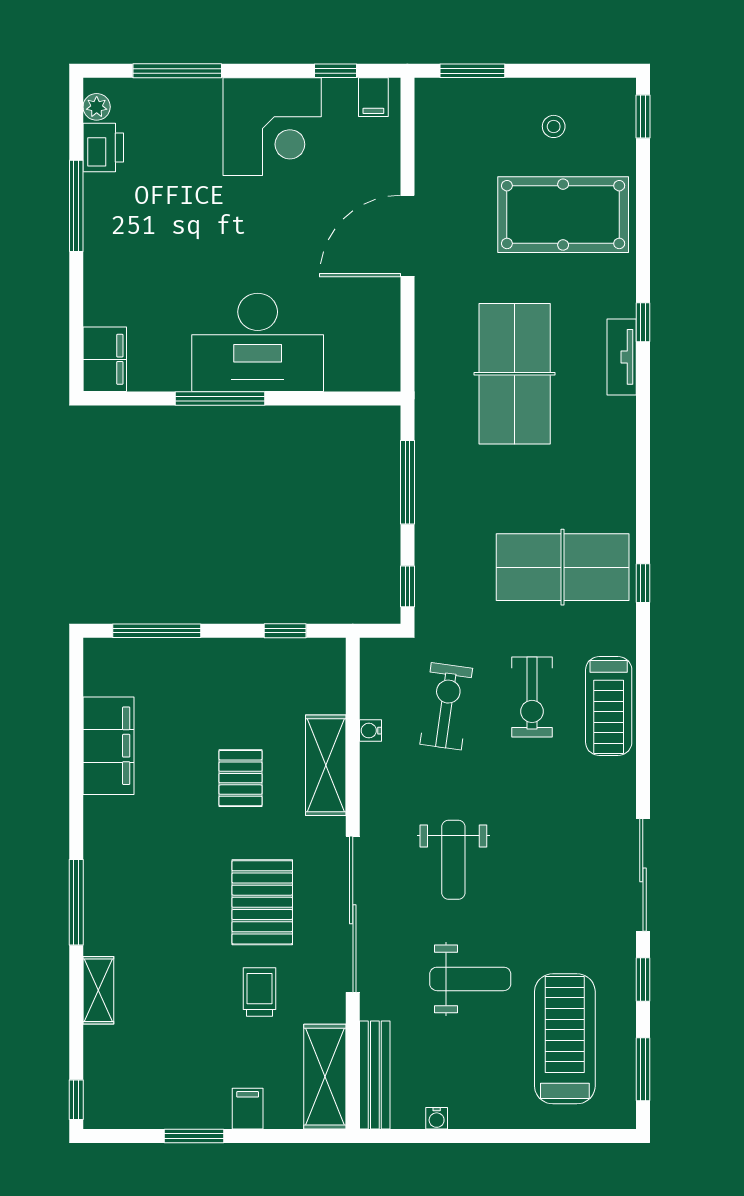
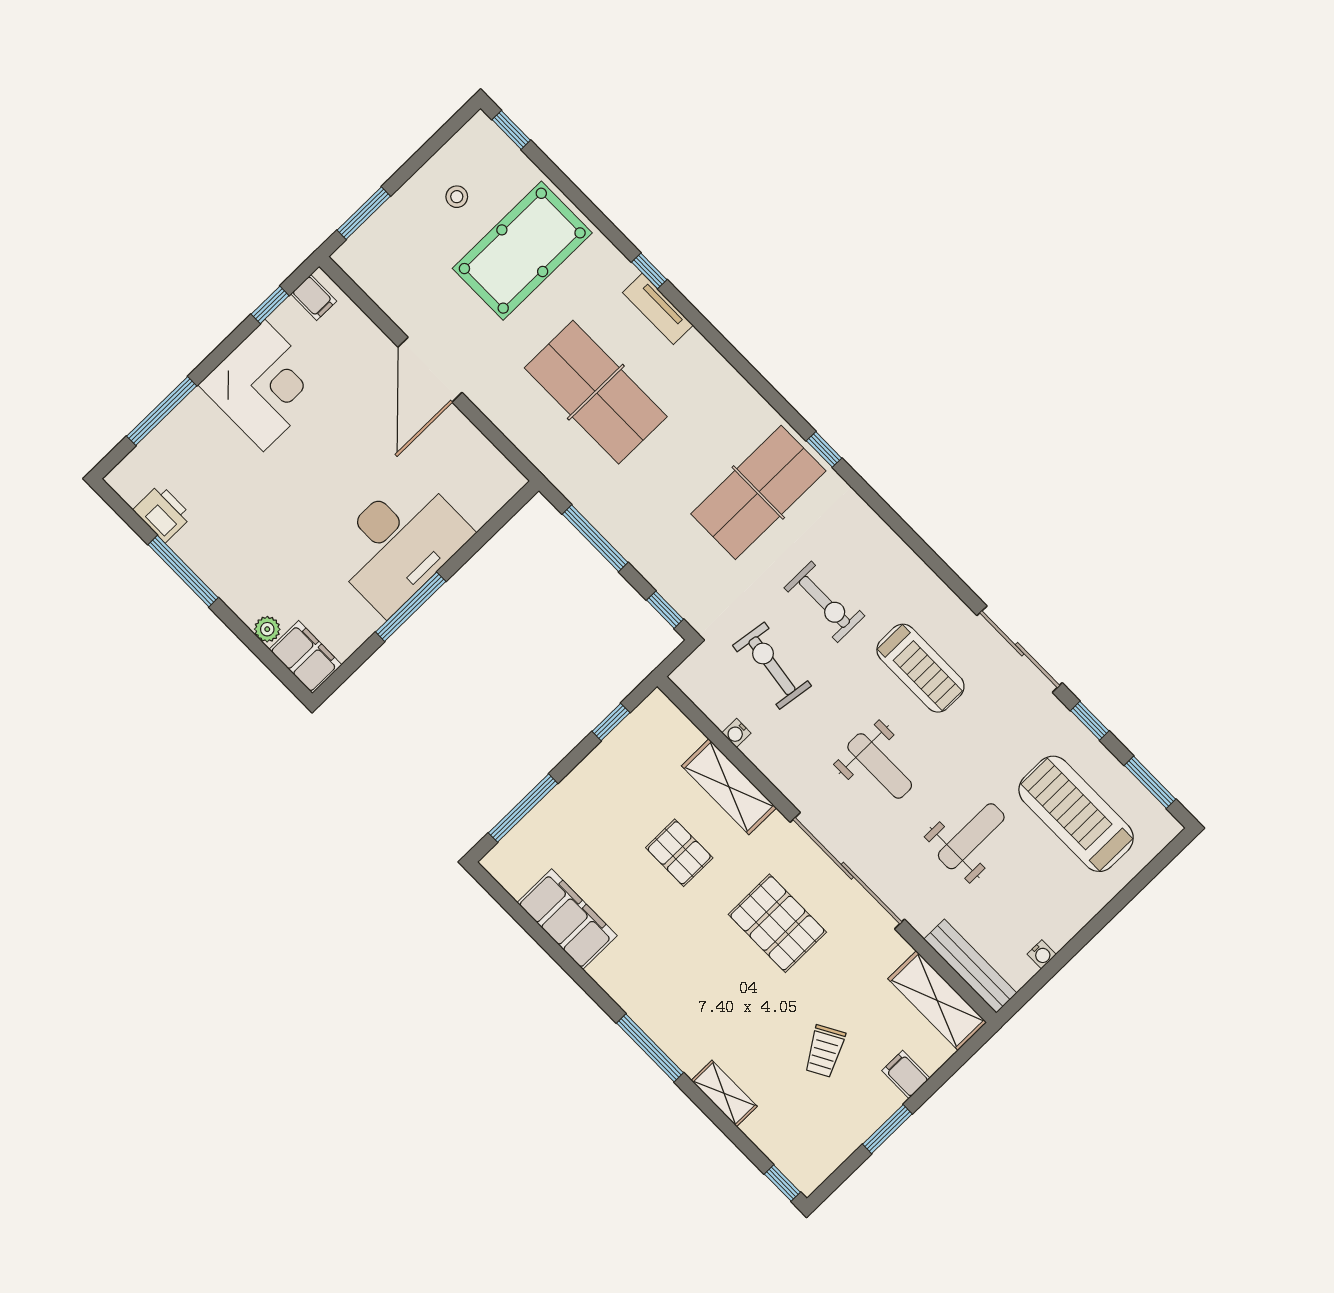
plant: (97, 107) -> (267, 629), moved
treadmill: (609, 706) -> (920, 668), moved
trolley: (259, 992) -> (825, 1051), moved, turned -119

